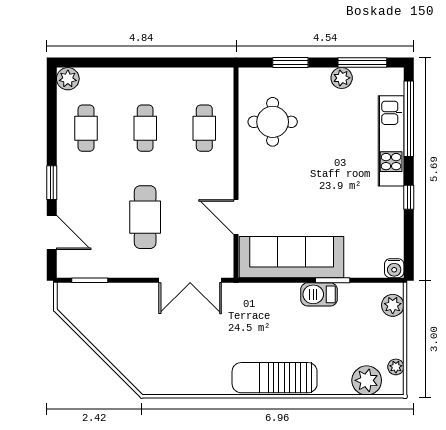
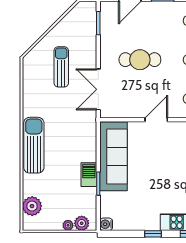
door: (236, 217) -> (156, 120), moved
sun lounger: (156, 336) -> (61, 67), added
plant: (396, 367) -> (68, 225), moved

